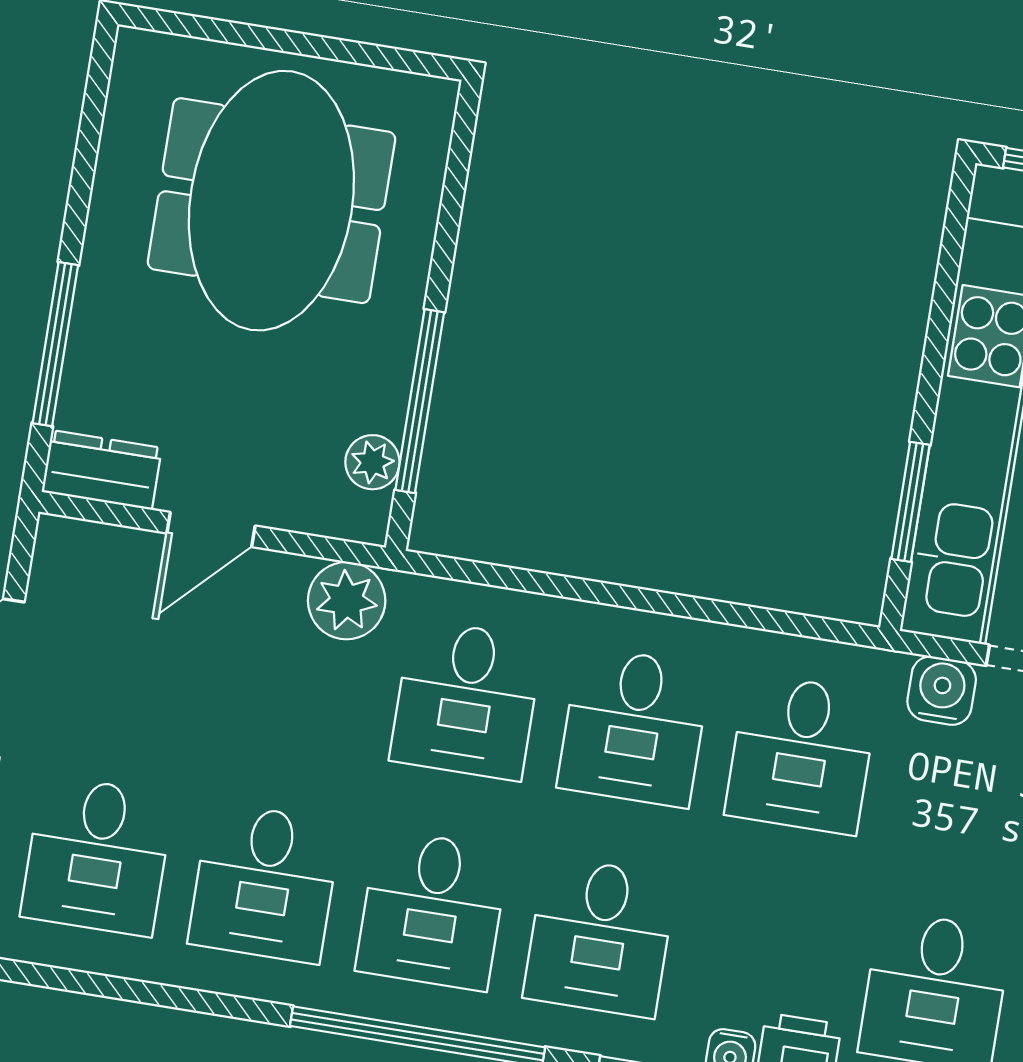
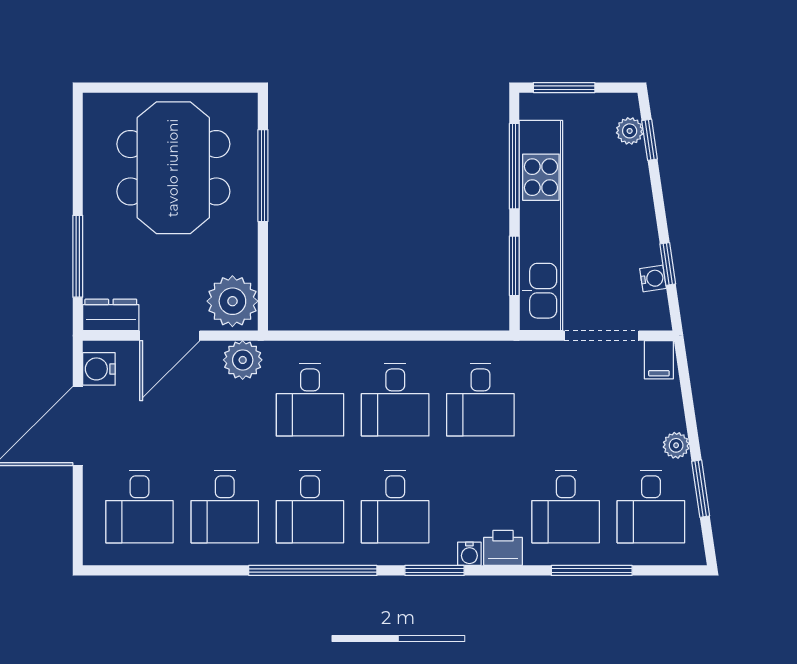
window: (942, 306) -> (514, 166), added
window: (420, 401) -> (263, 176), moved
plant: (372, 462) -> (232, 301), width x1.87, depth x1.87
door: (211, 529) -> (170, 336), width x1.38
water cooler: (942, 691) -> (99, 369), moved, turned -90

